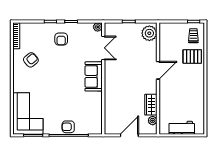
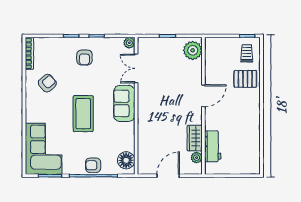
double door: (103, 48) -> (136, 68), swing flipped
coffee table: (60, 85) -> (83, 114), added
floor lamp: (95, 123) -> (126, 160), added
workbench: (182, 128) -> (213, 146), moved, turned 90

